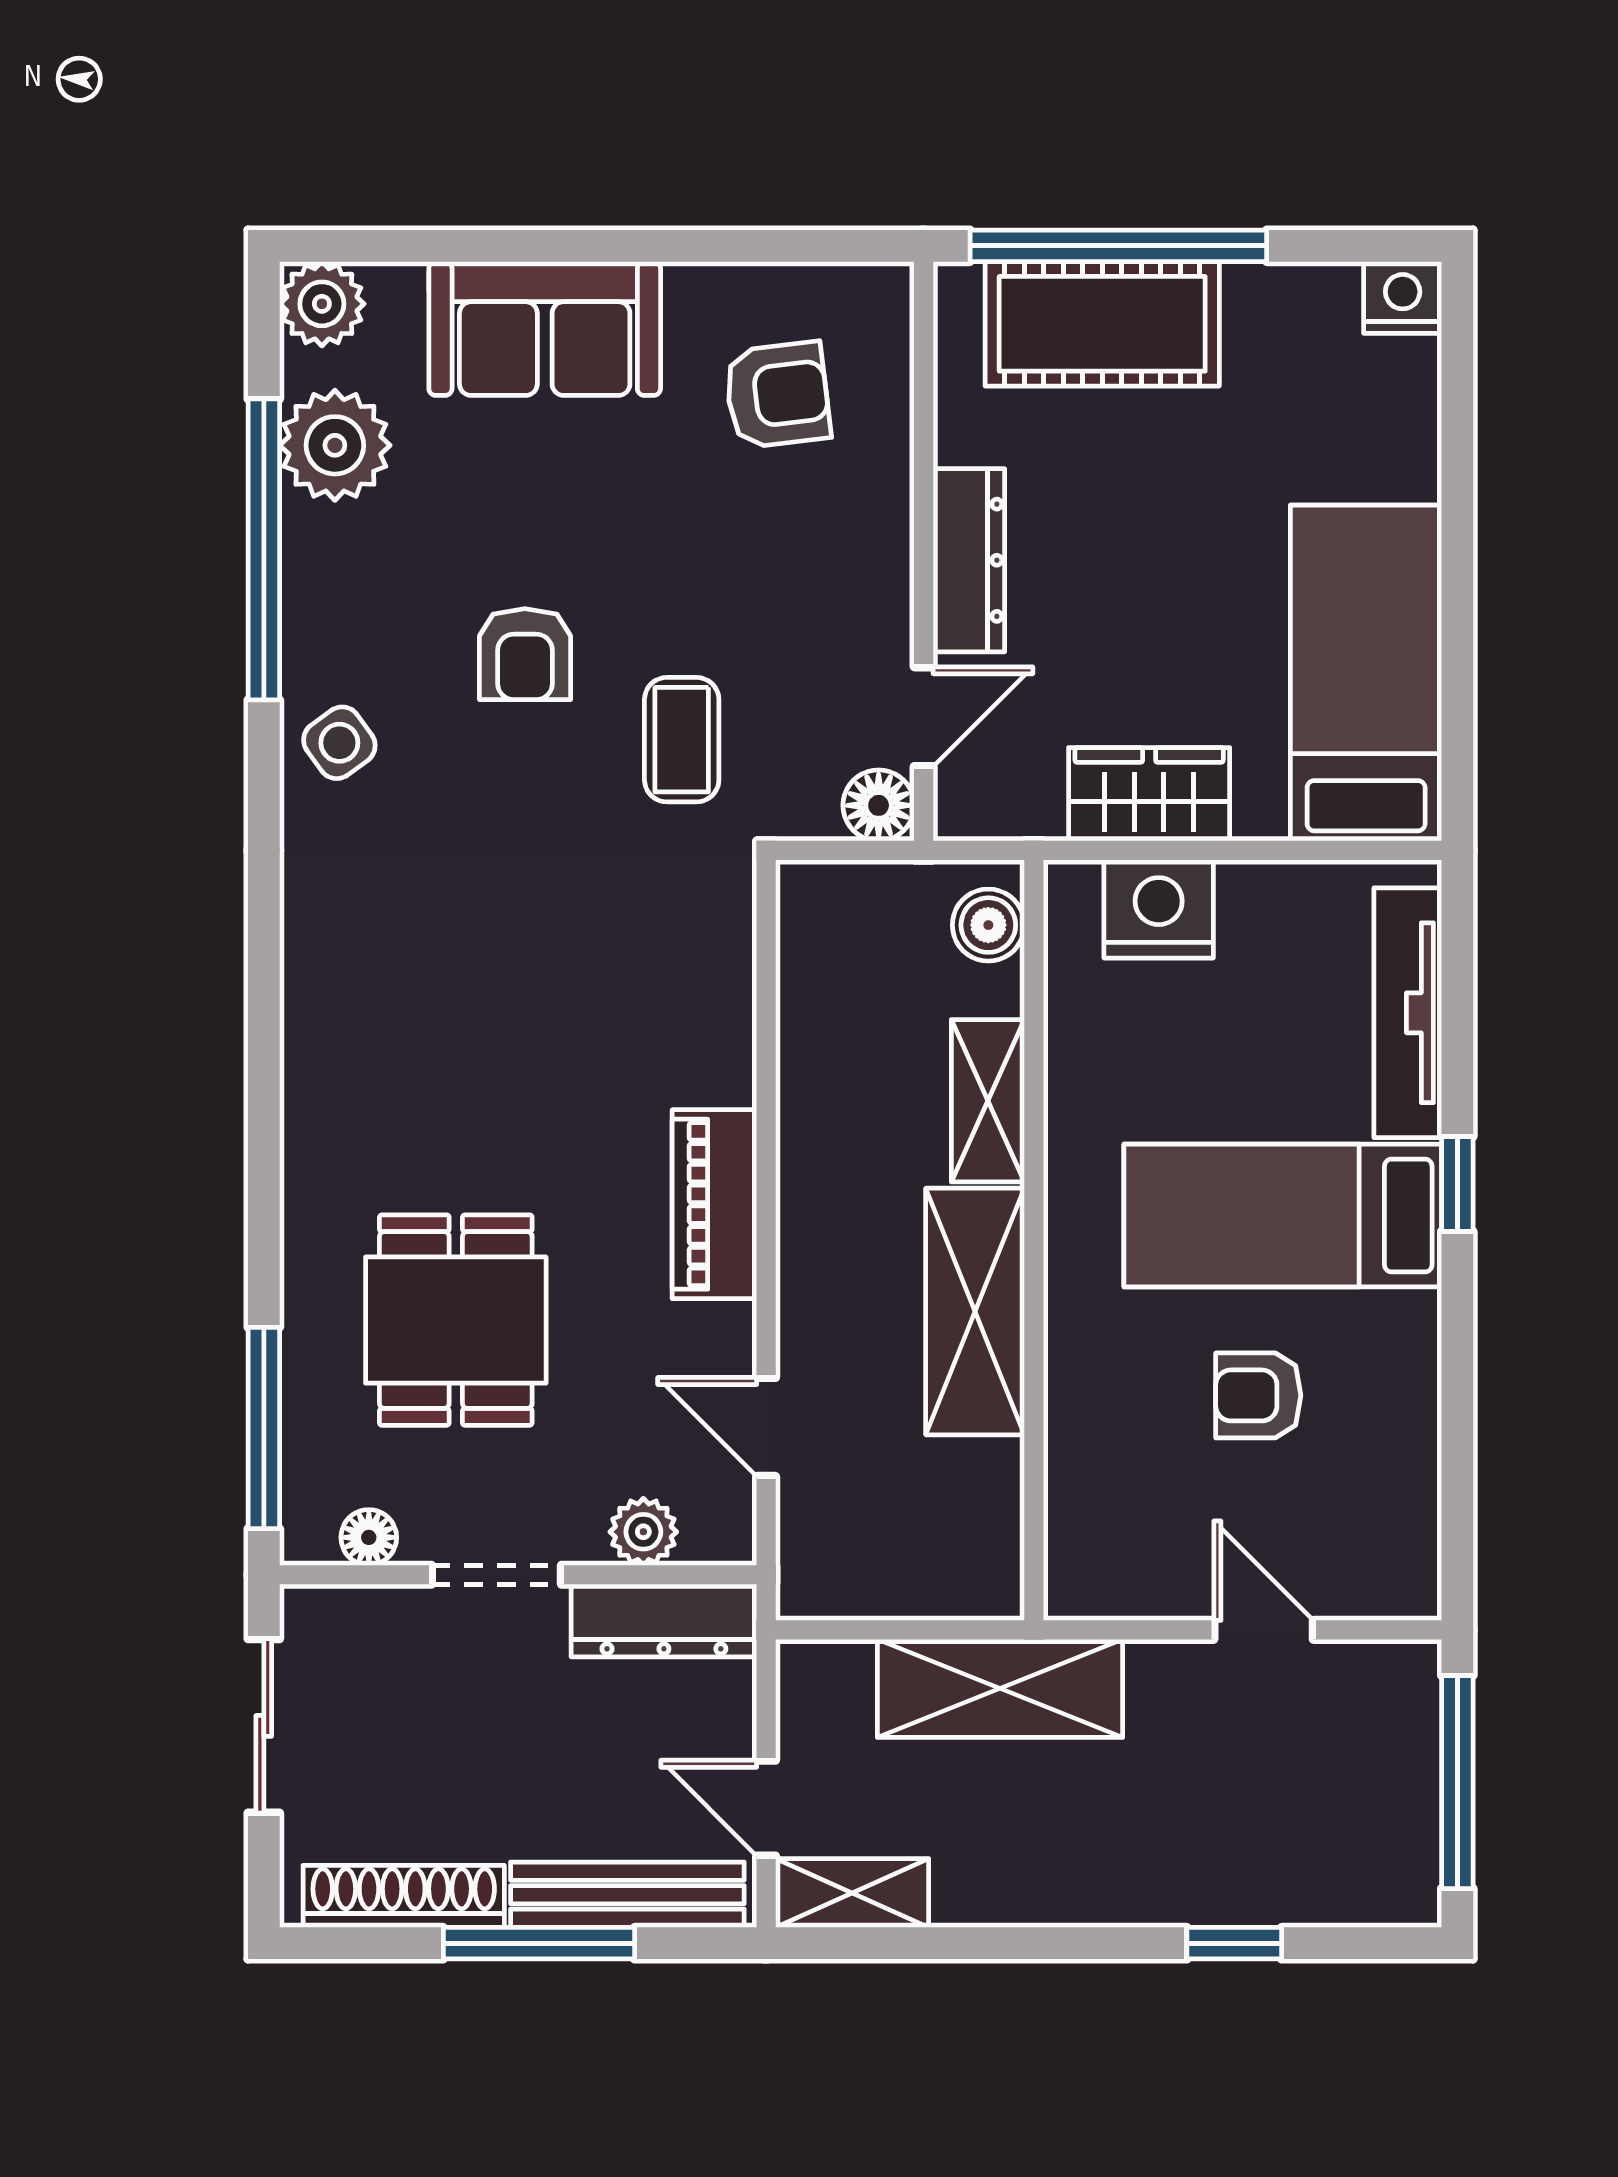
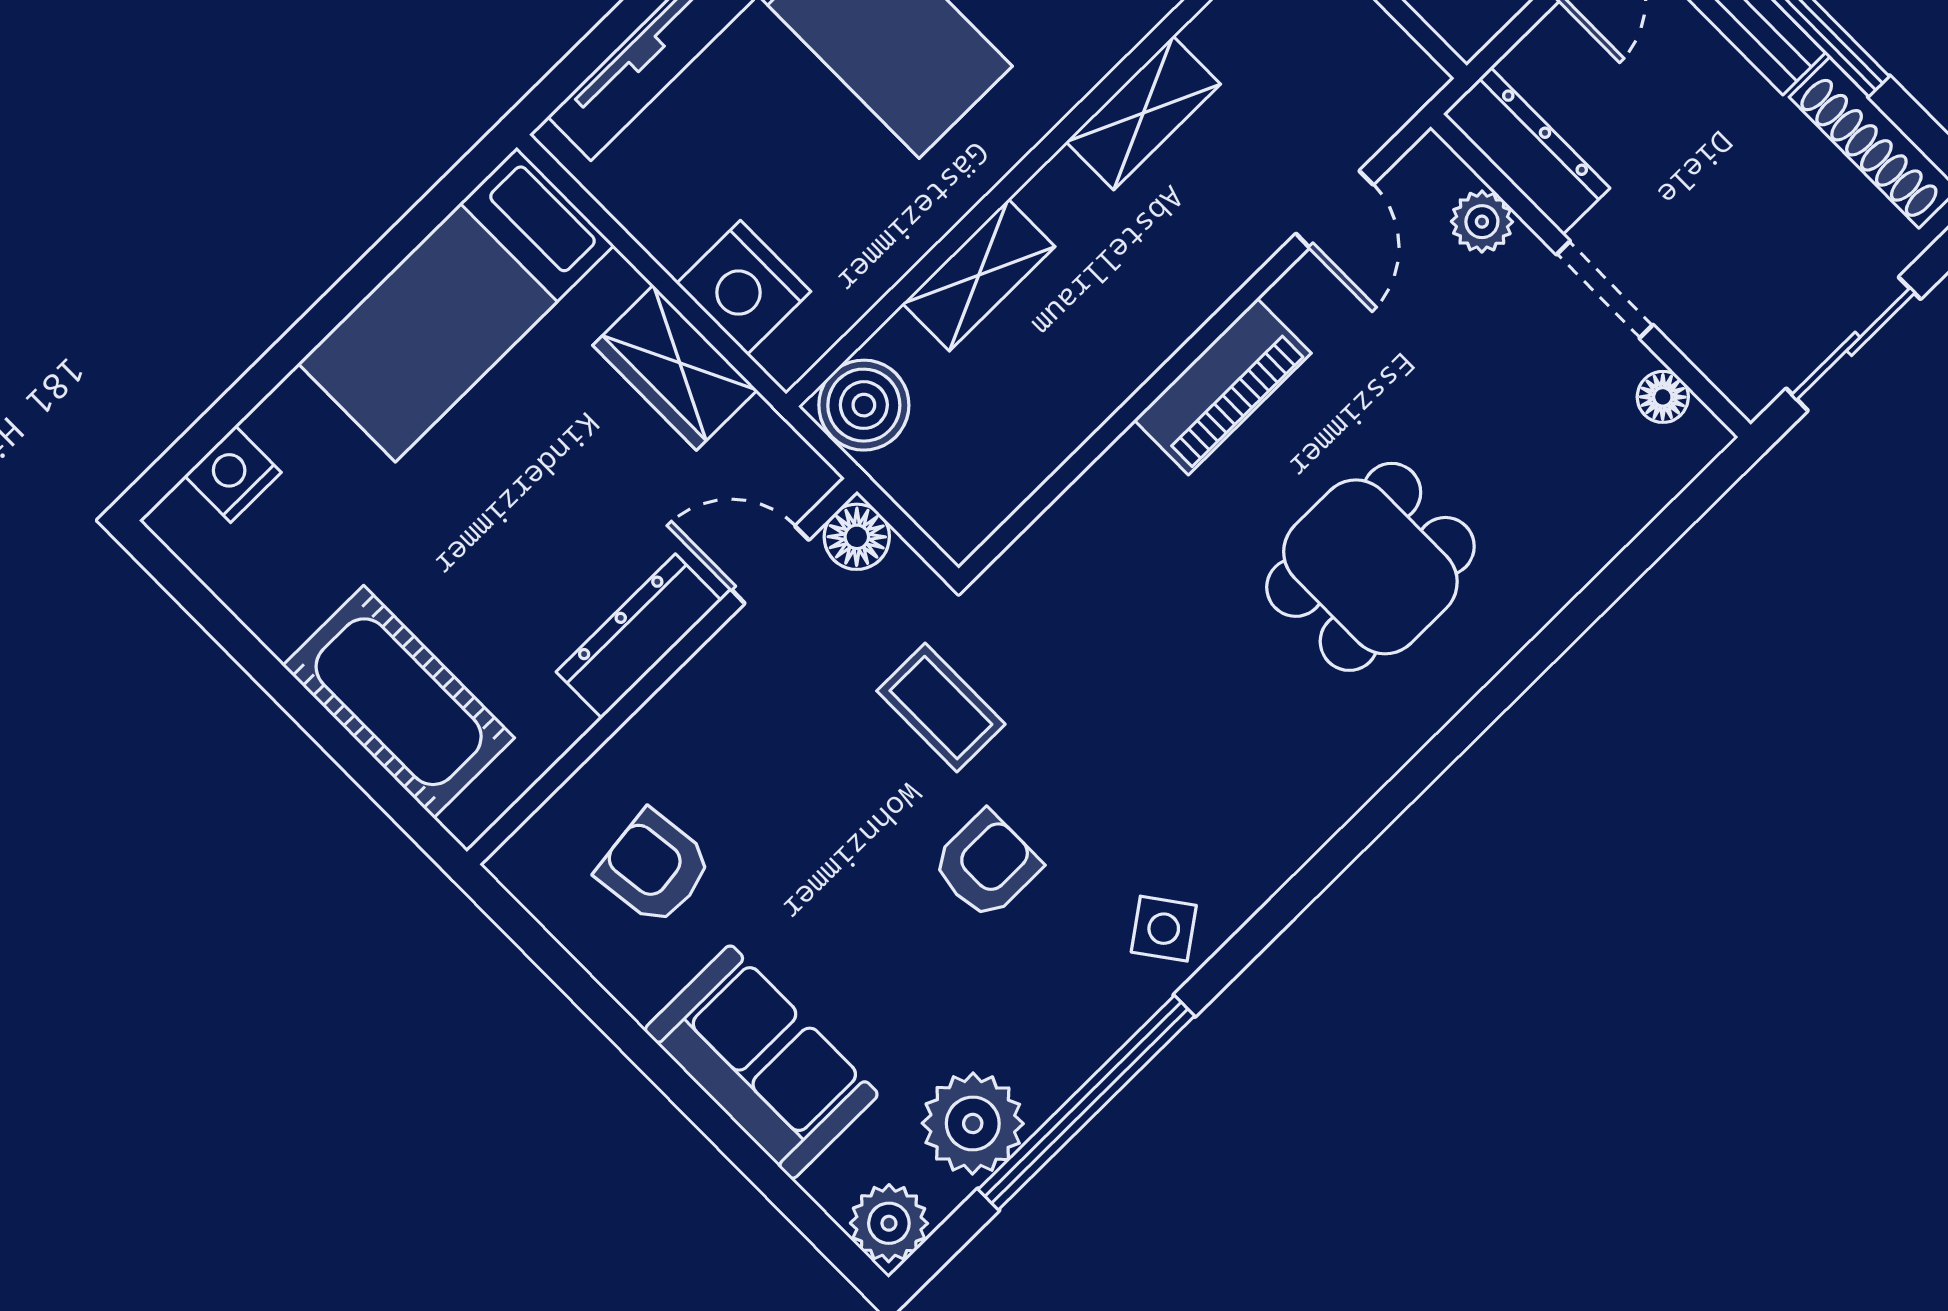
window: (1118, 246) -> (337, 741), removed
nightstand: (1403, 297) -> (233, 474), moved, turned 90
coffee table: (682, 740) -> (941, 708), turned 90
boiler: (988, 925) -> (864, 405), width x1.36, depth x1.36
shelving: (975, 1311) -> (1143, 113), width x0.67, depth x0.75
dining table: (456, 1320) -> (1370, 567), moved
window: (264, 1428) -> (1659, 536), removed

